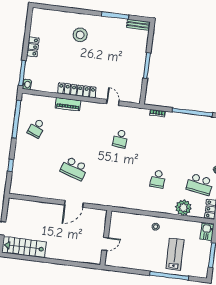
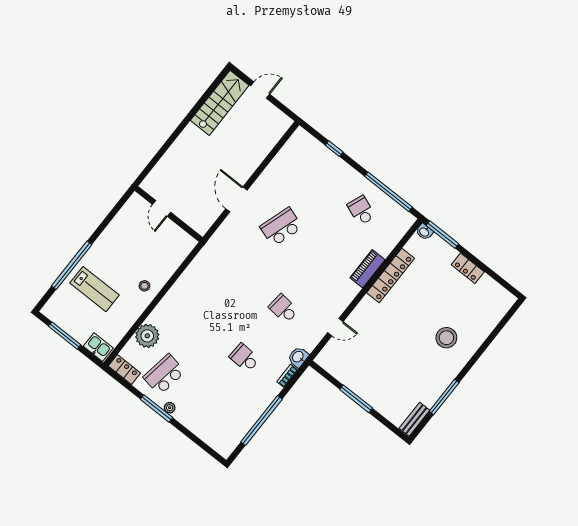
locker: (77, 90) -> (391, 275), moved
washbasin: (143, 113) -> (298, 357), added
school desk: (158, 179) -> (244, 358), moved

